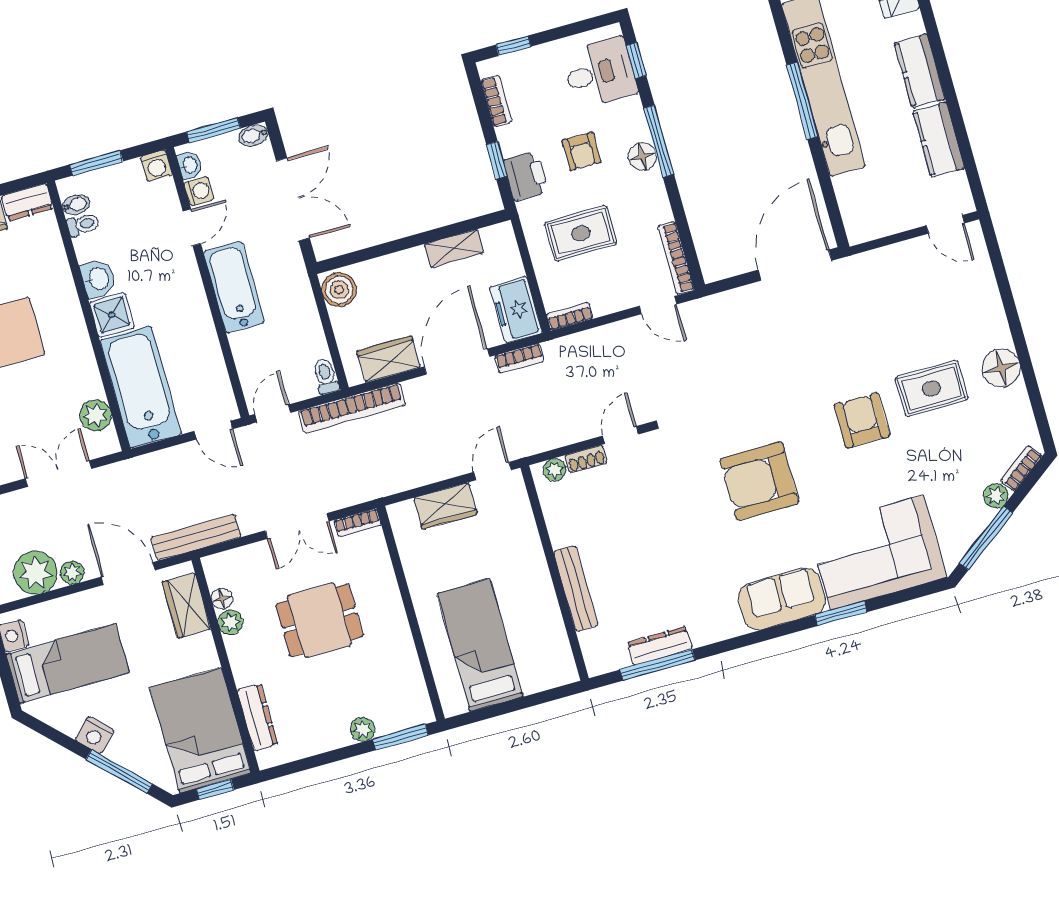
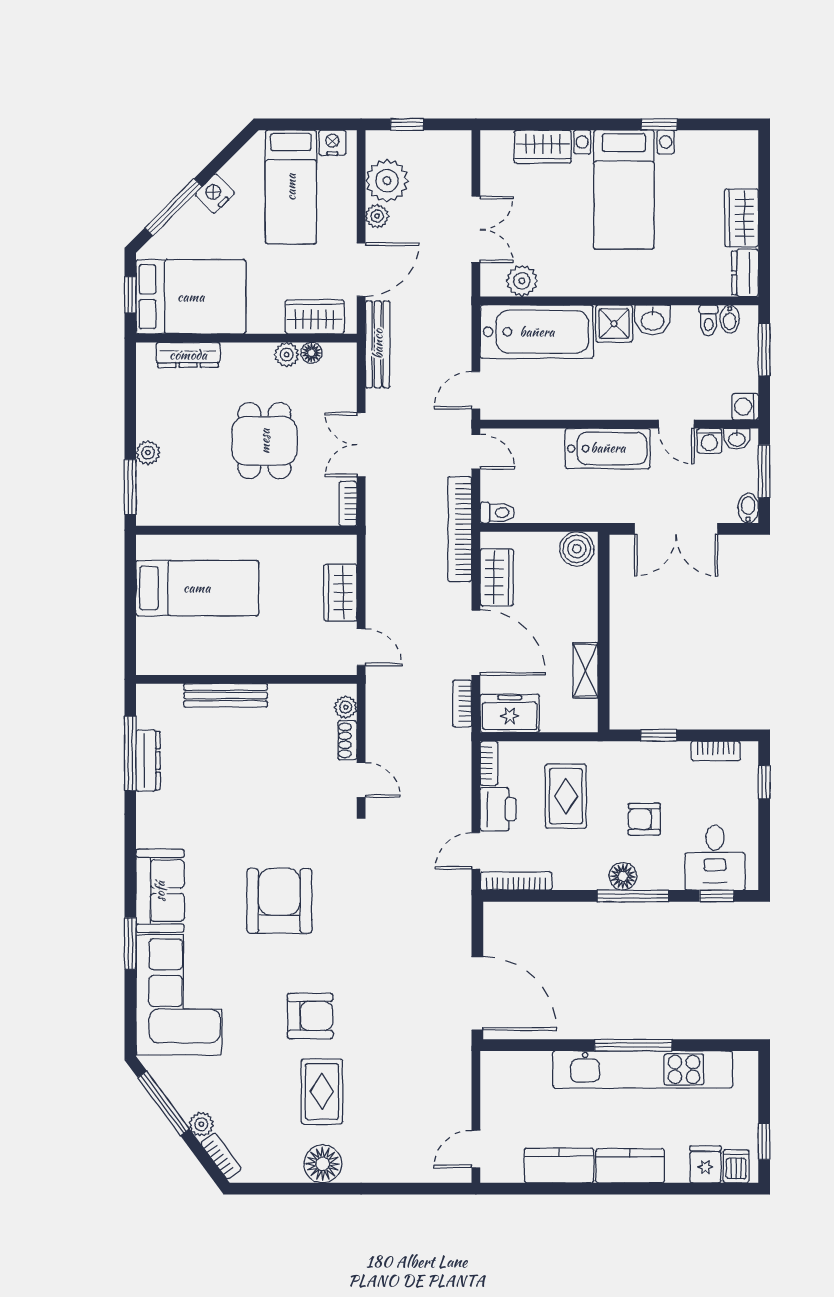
printer: (526, 176) -> (498, 809), moved, turned -90

